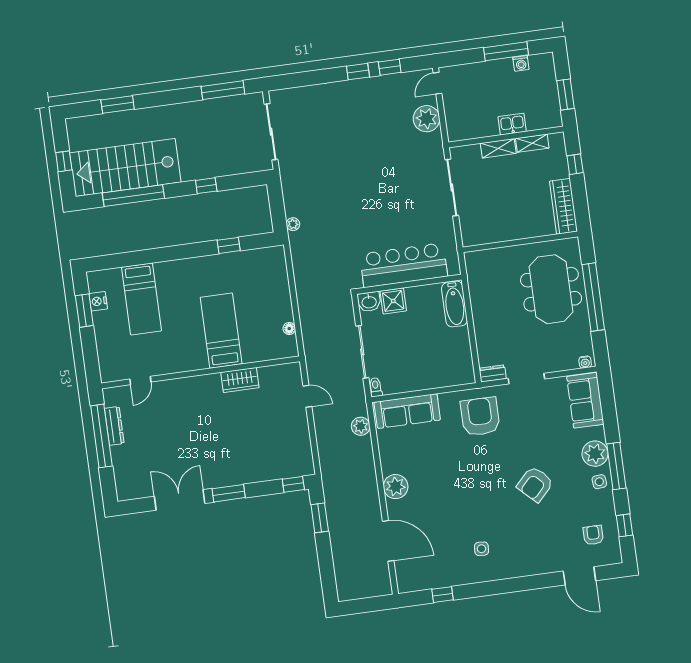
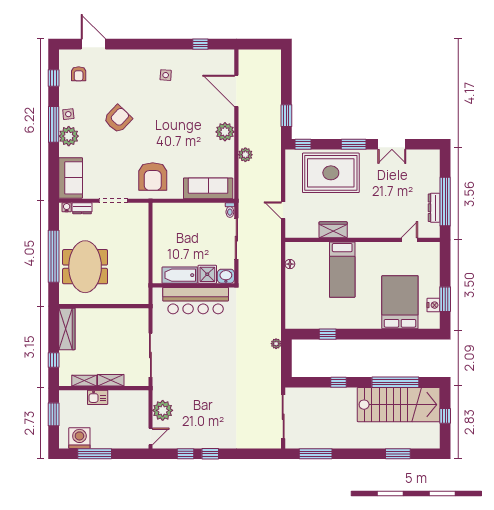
washing machine: (521, 63) -> (79, 438), width x1.89, depth x1.89
bed: (141, 299) -> (400, 302), width x1.50
bathtub: (454, 304) -> (180, 275), moved, turned -90
dresser: (493, 373) -> (82, 208), moved
plant: (361, 426) -> (245, 155), moved
rug: (253, 453) -> (331, 173), added
double door: (180, 500) -> (392, 144), width x0.73

